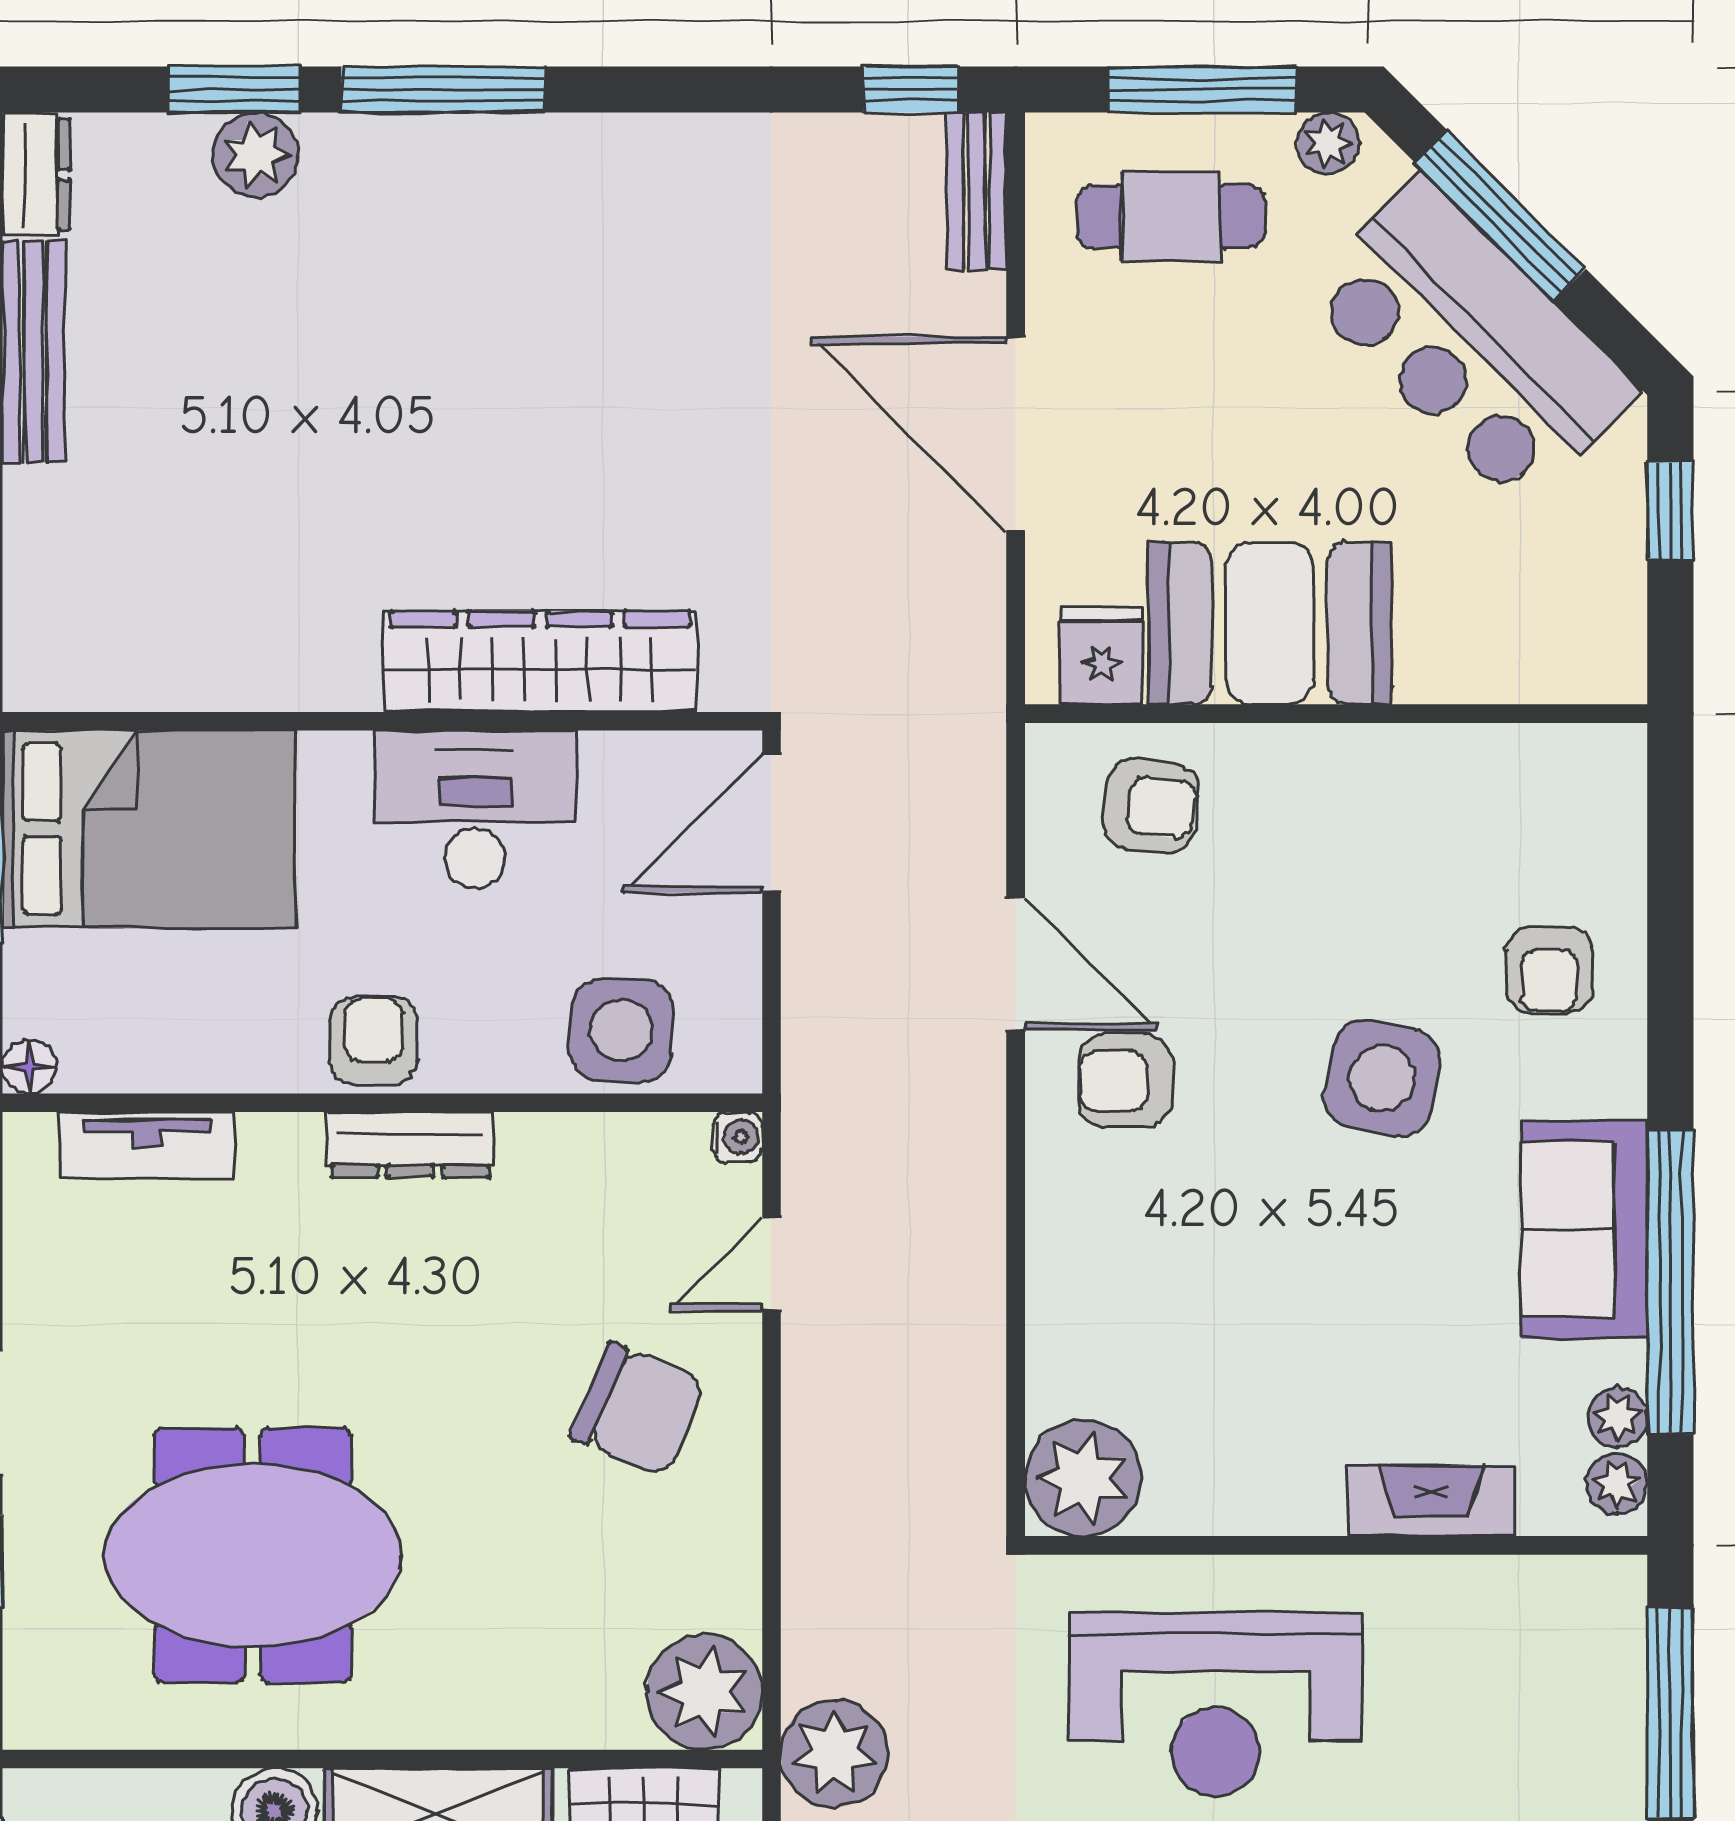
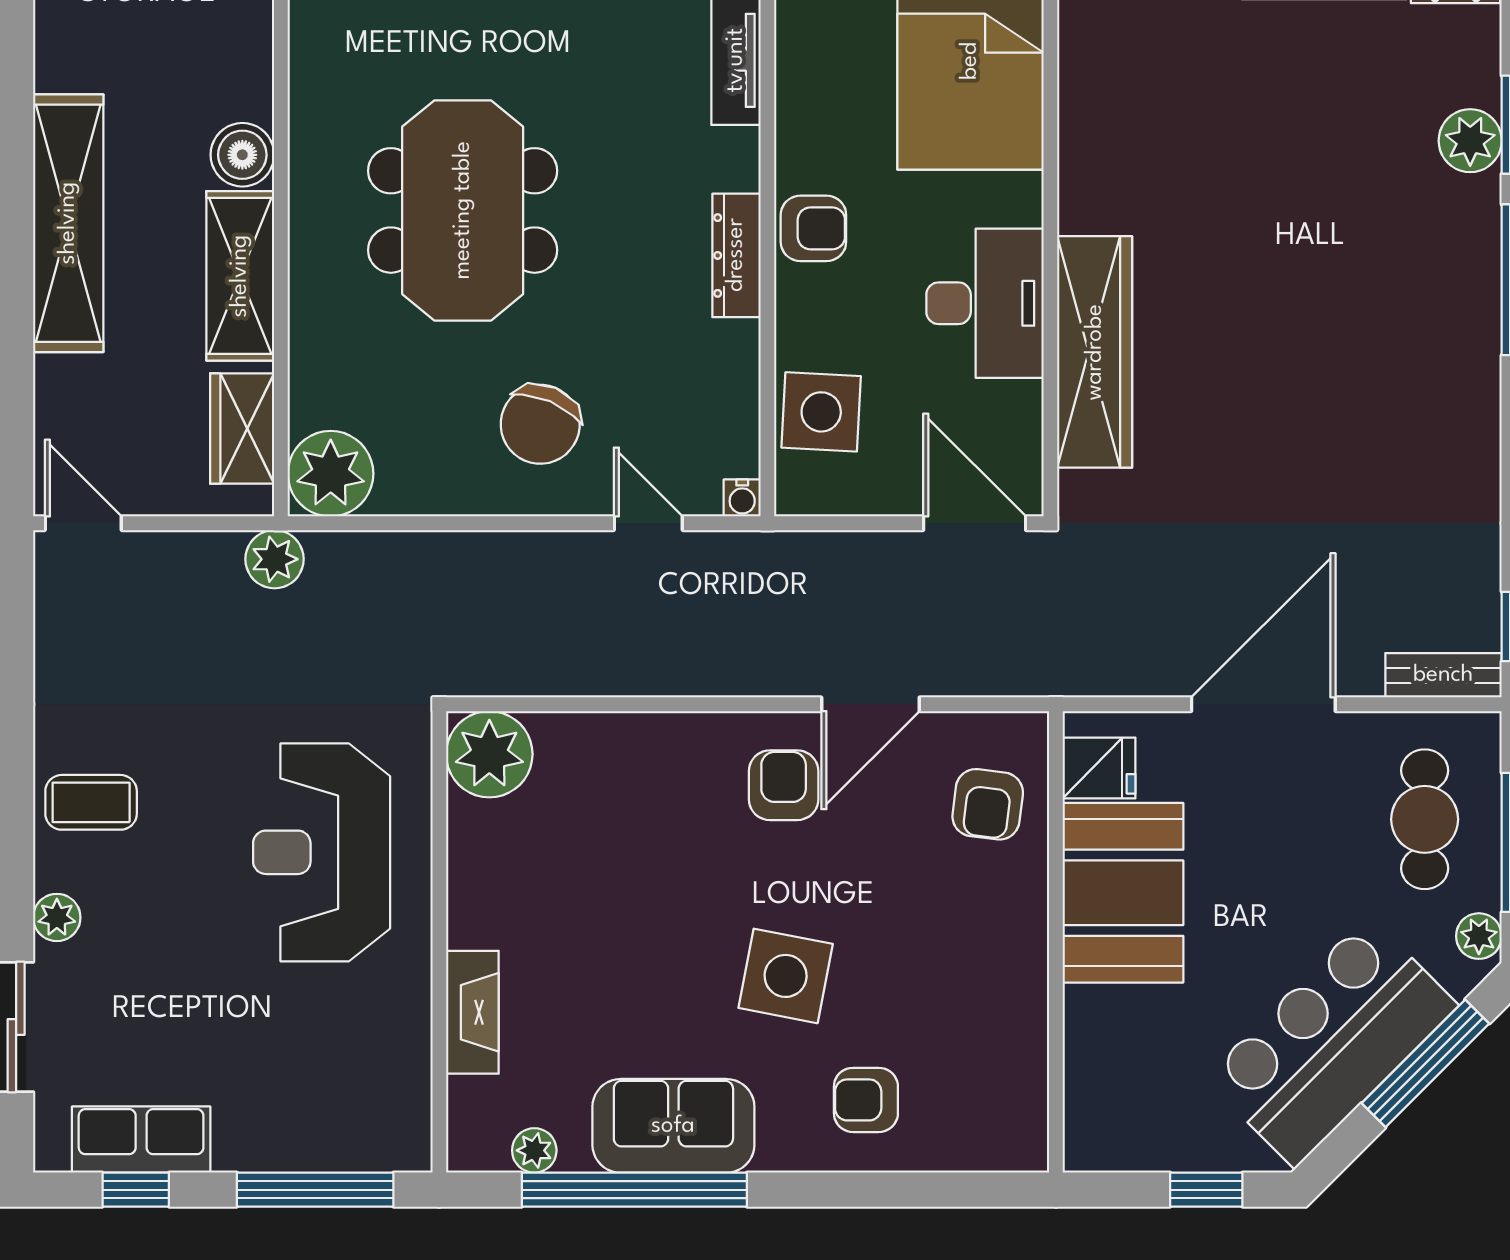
plant: (1617, 1484) -> (485, 1150), removed
meeting table: (253, 1555) -> (463, 210), moved
plant: (834, 1753) -> (275, 559), width x0.73, depth x0.73

